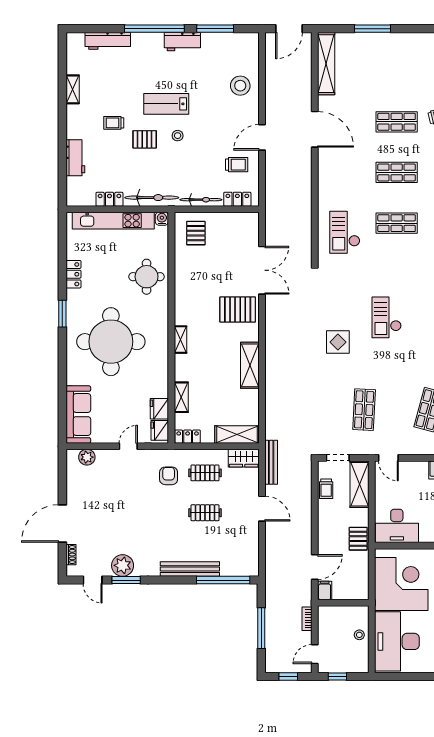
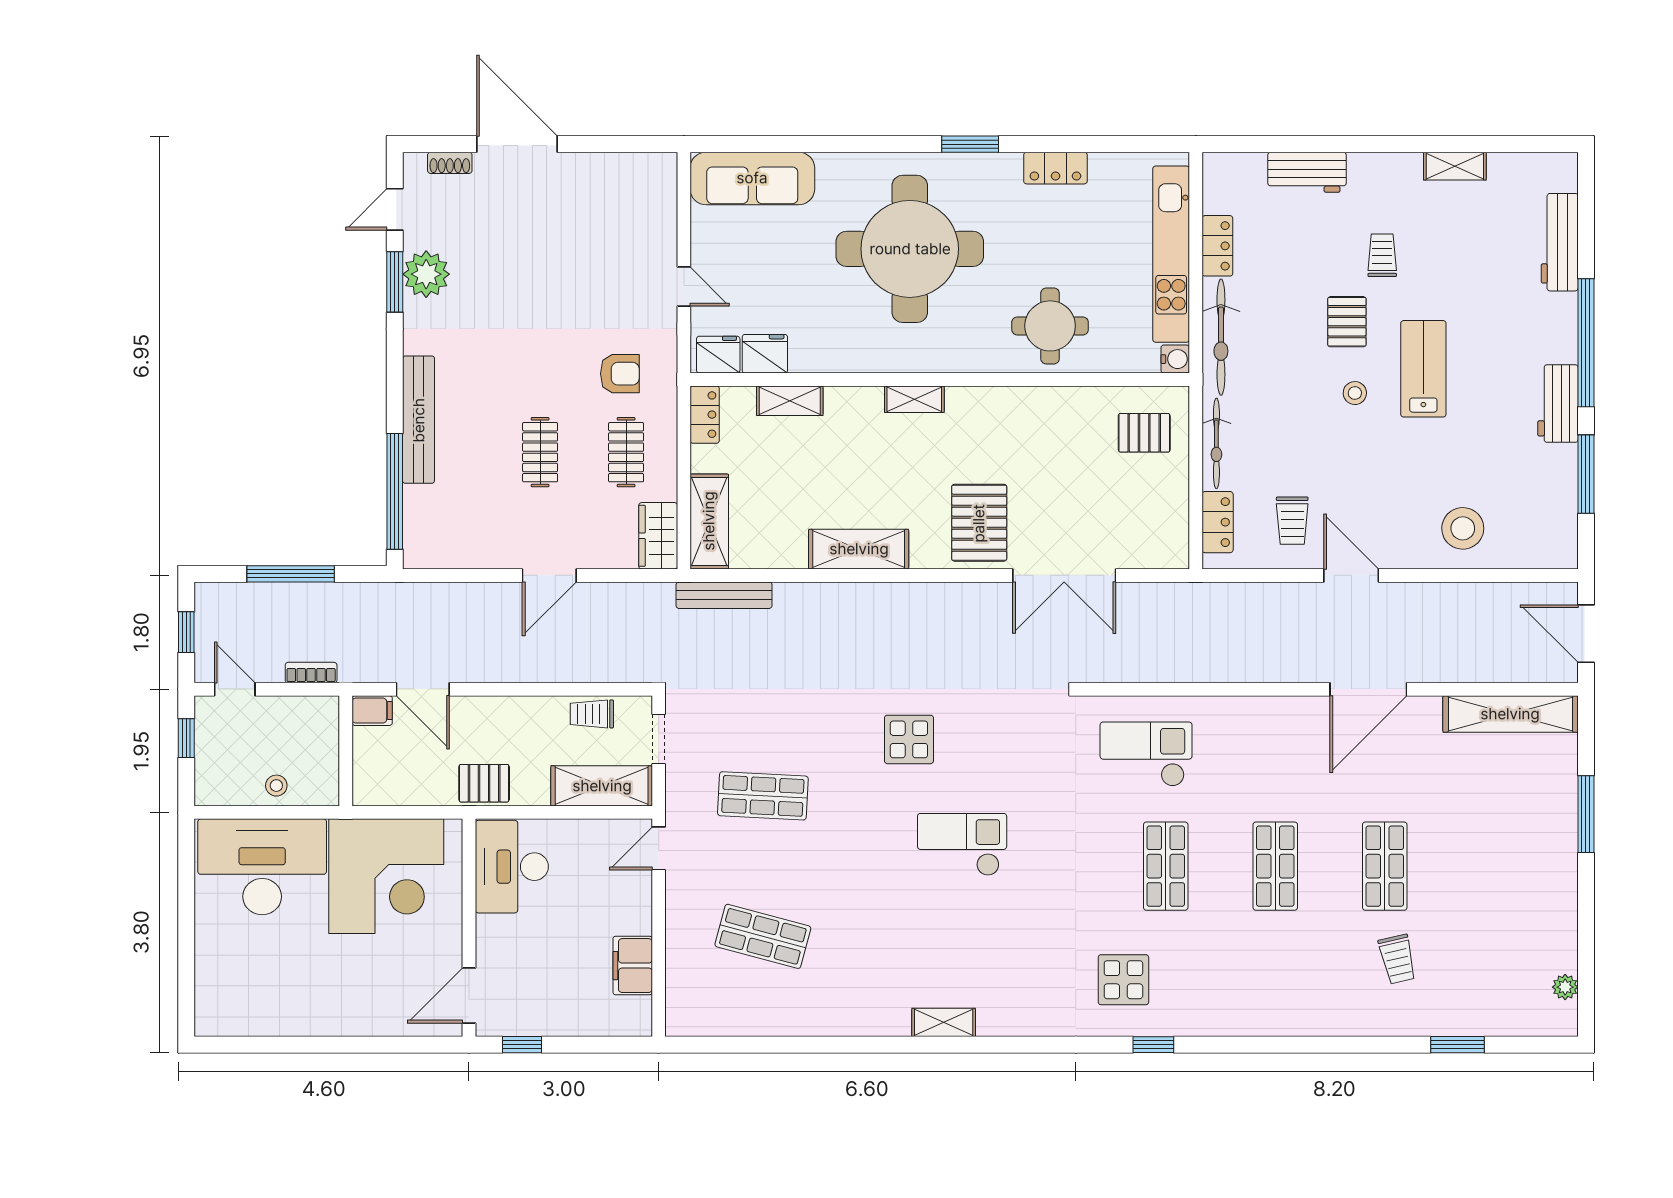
plant: (87, 457) -> (660, 197), removed
bench: (271, 462) -> (724, 595), moved

